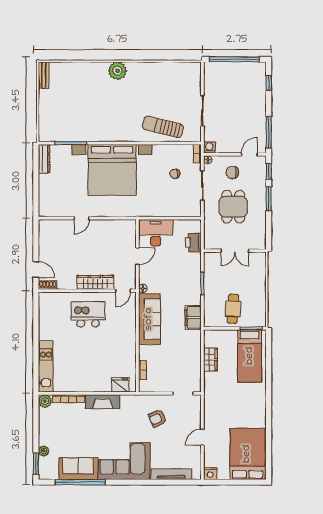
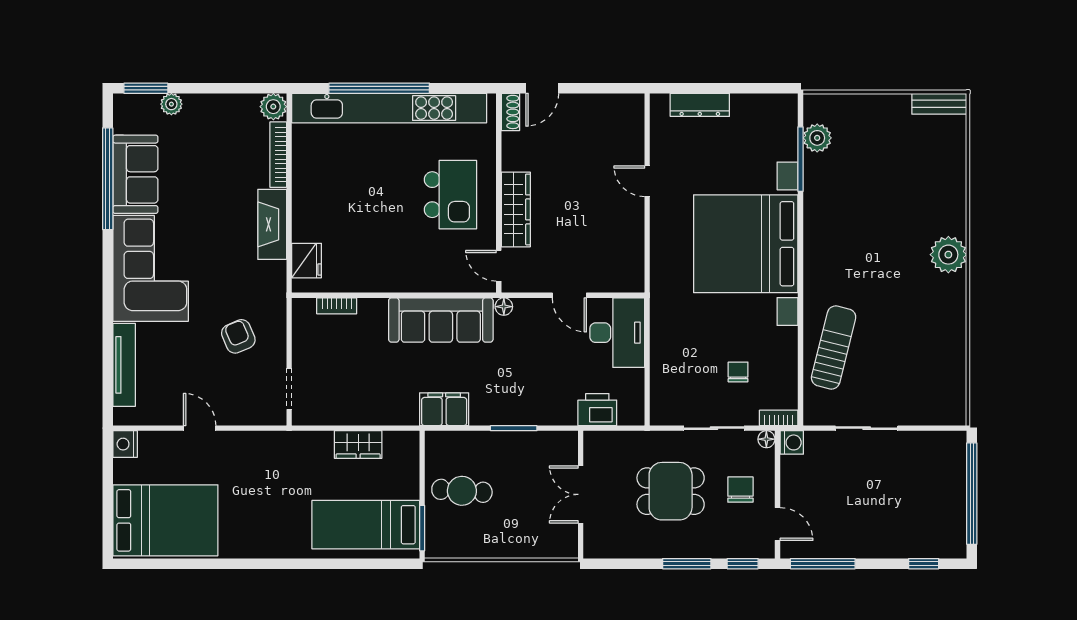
plant: (60, 135) -> (817, 138), added
dresser: (44, 159) -> (700, 105), moved
window: (36, 349) -> (379, 88), added
kitchen unit: (46, 366) -> (389, 108), width x1.86

